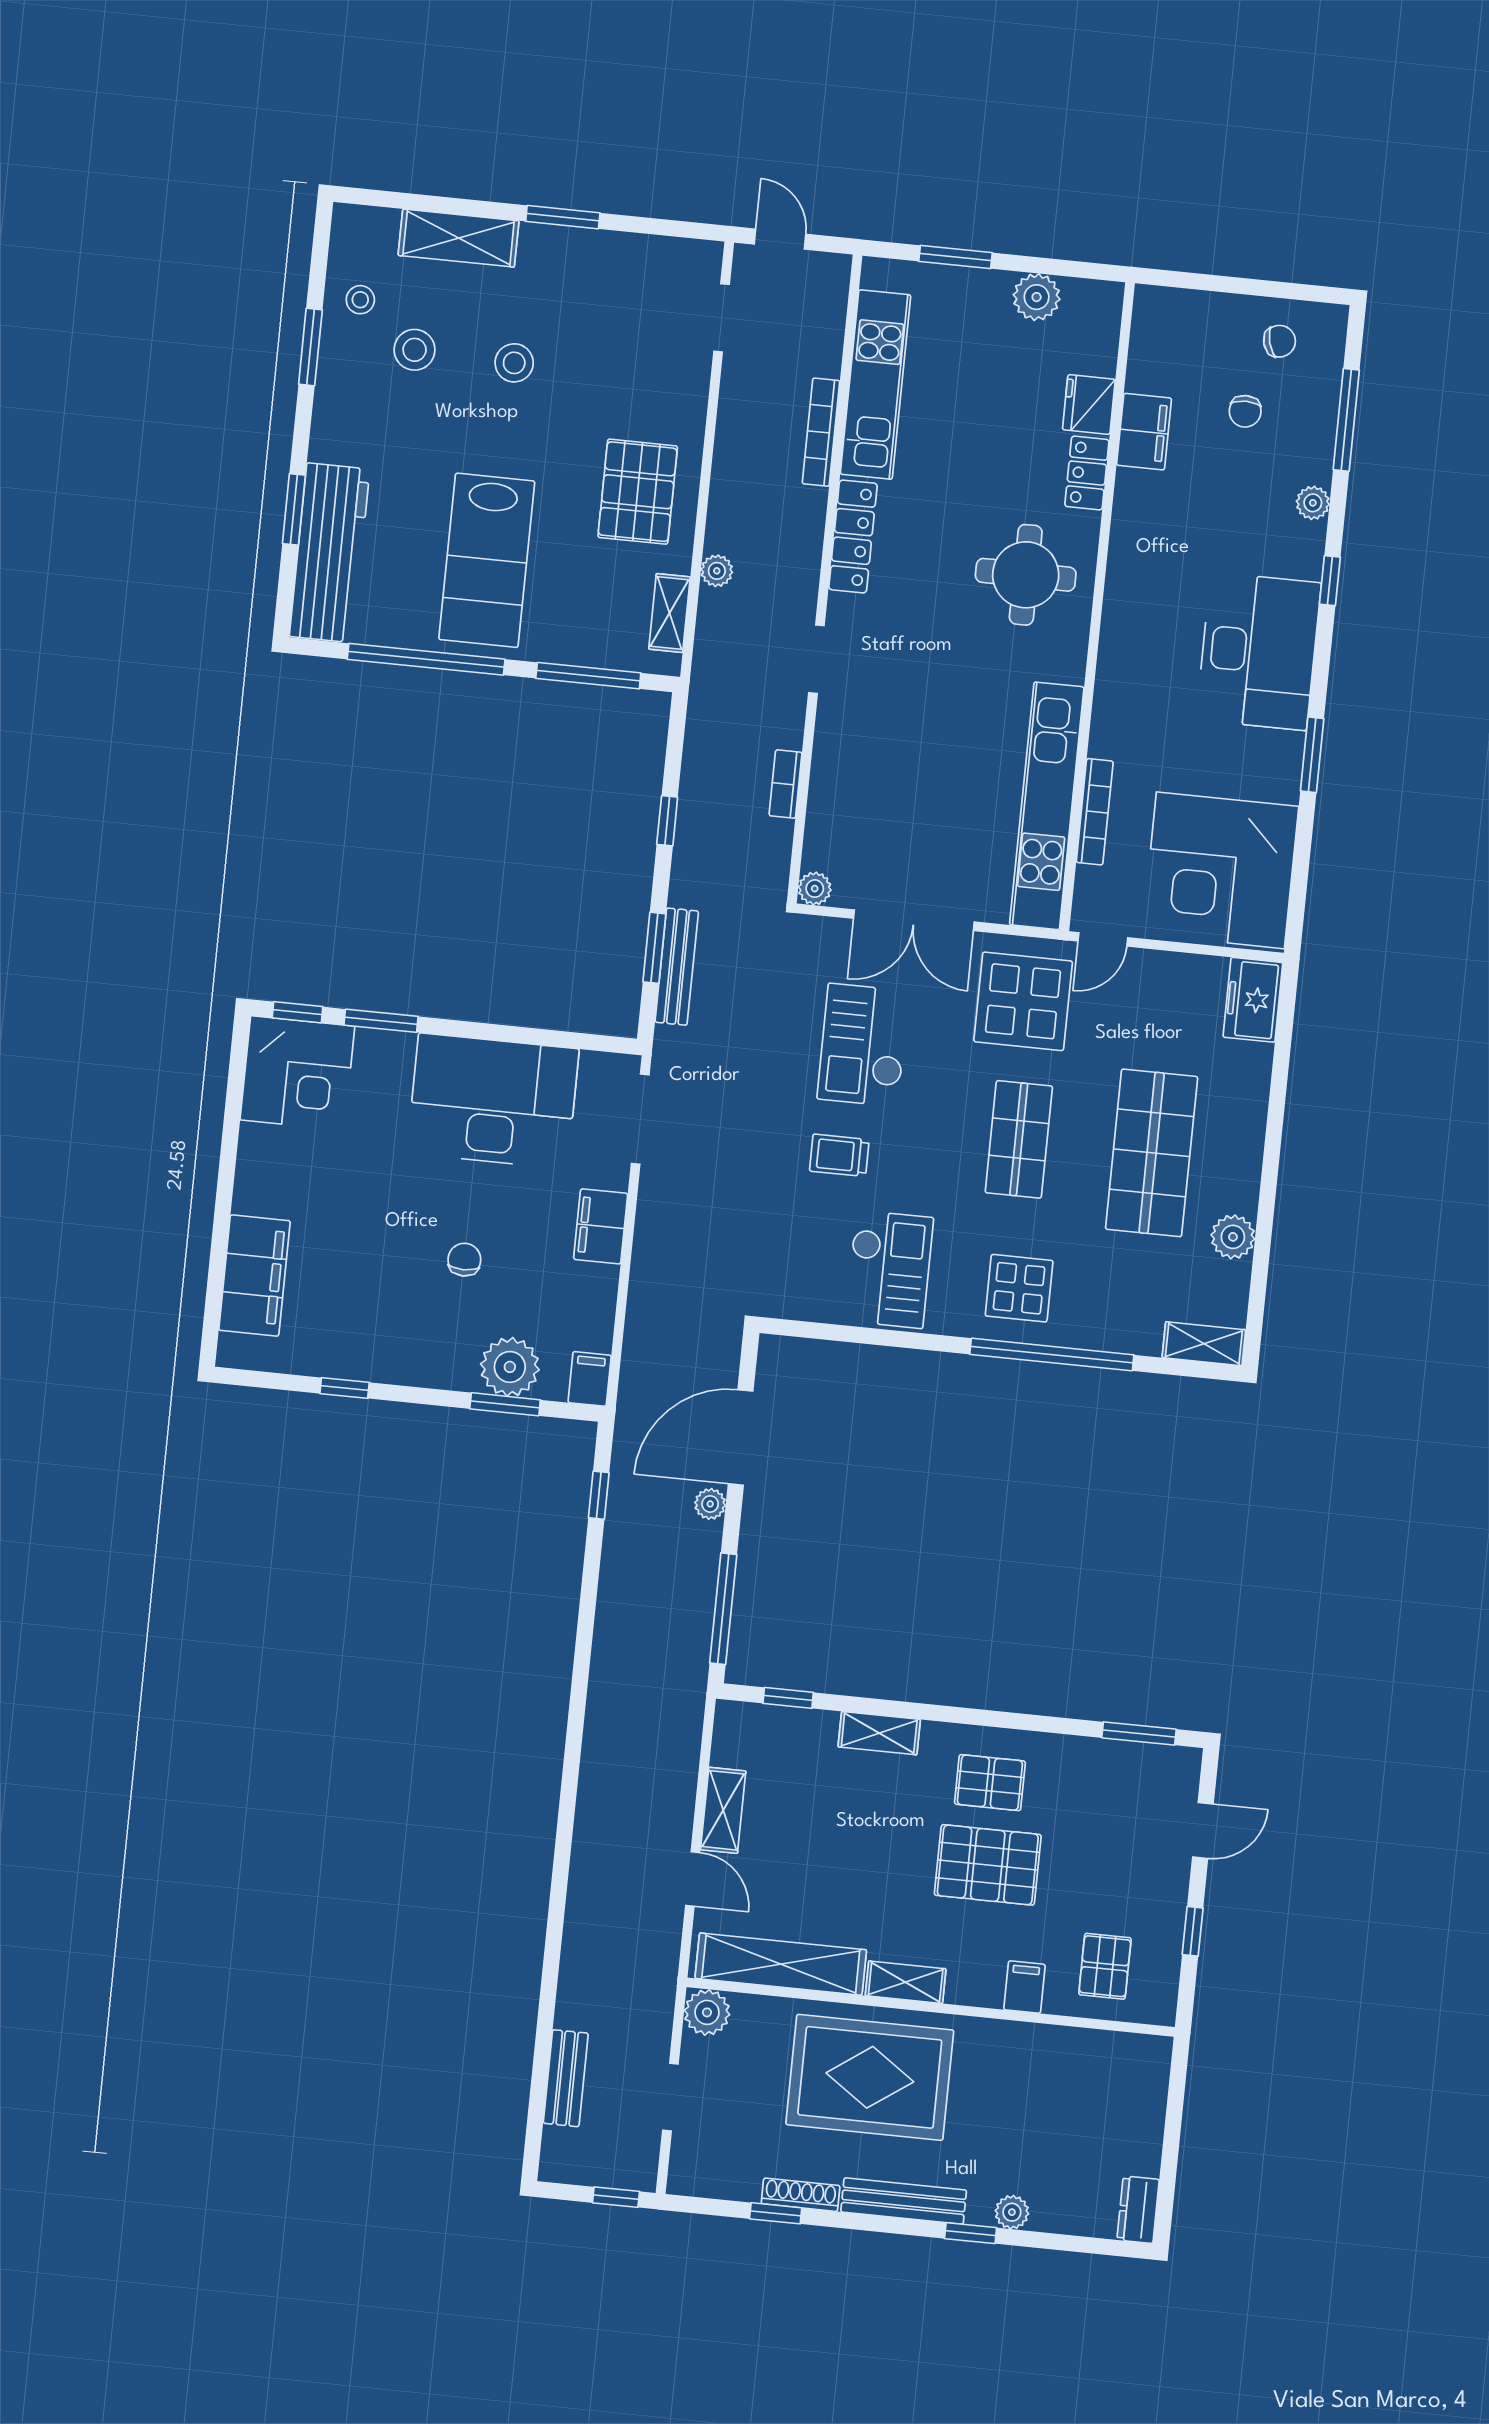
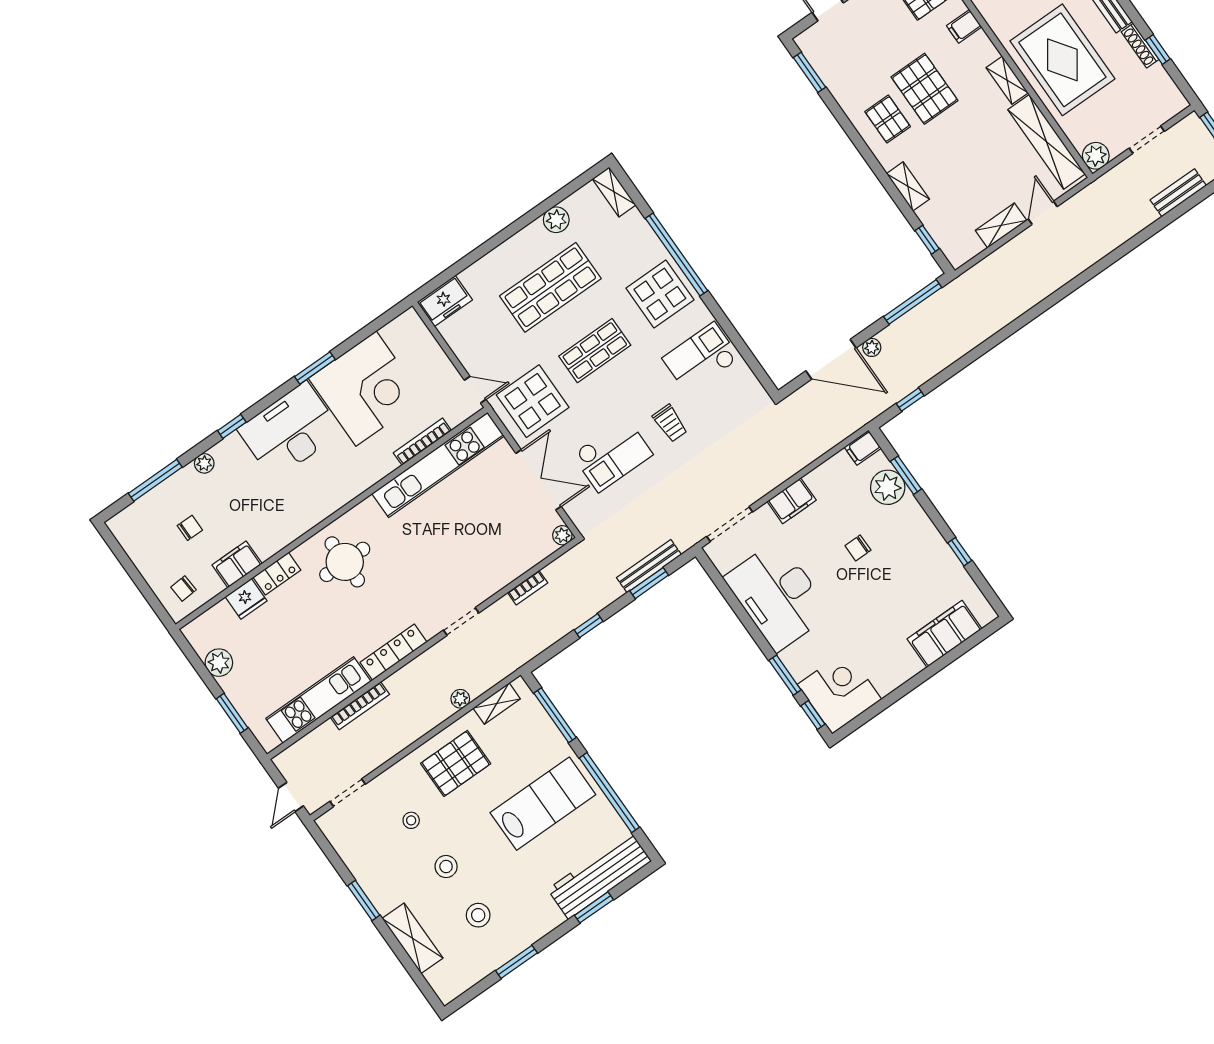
stool: (360, 300) -> (411, 820), moved
chair: (1280, 341) -> (183, 589), moved, turned -79
corner desk: (1220, 870) -> (366, 389), moved
display table: (1019, 1288) -> (660, 294), width x1.36, depth x1.36

